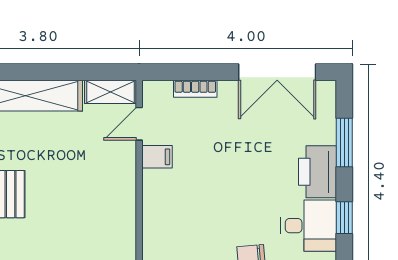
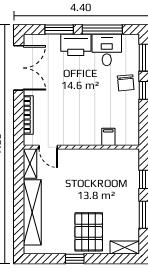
bookcase: (195, 89) -> (28, 115), width x1.56
filing cabinet: (157, 157) -> (108, 137), moved
window: (344, 218) -> (102, 29), width x2.17

